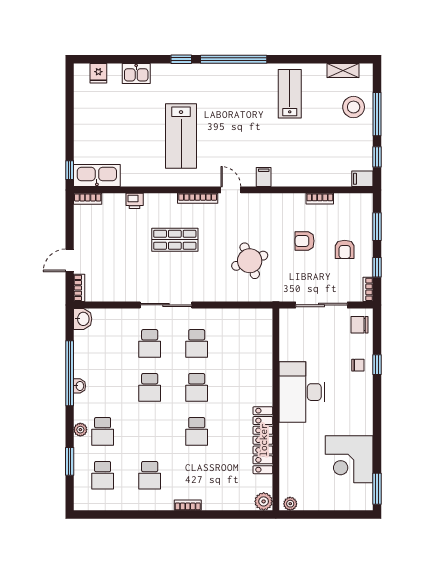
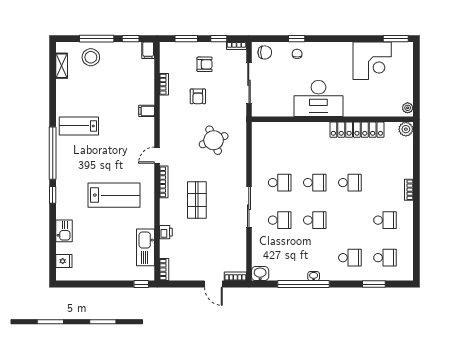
lab bench: (290, 94) -> (79, 126), moved
kitchen sink: (97, 176) -> (146, 247), moved
filing cabinet: (264, 177) -> (147, 111), moved
chair: (360, 325) -> (265, 52), turned -90
plant: (80, 430) -> (349, 275), removed

